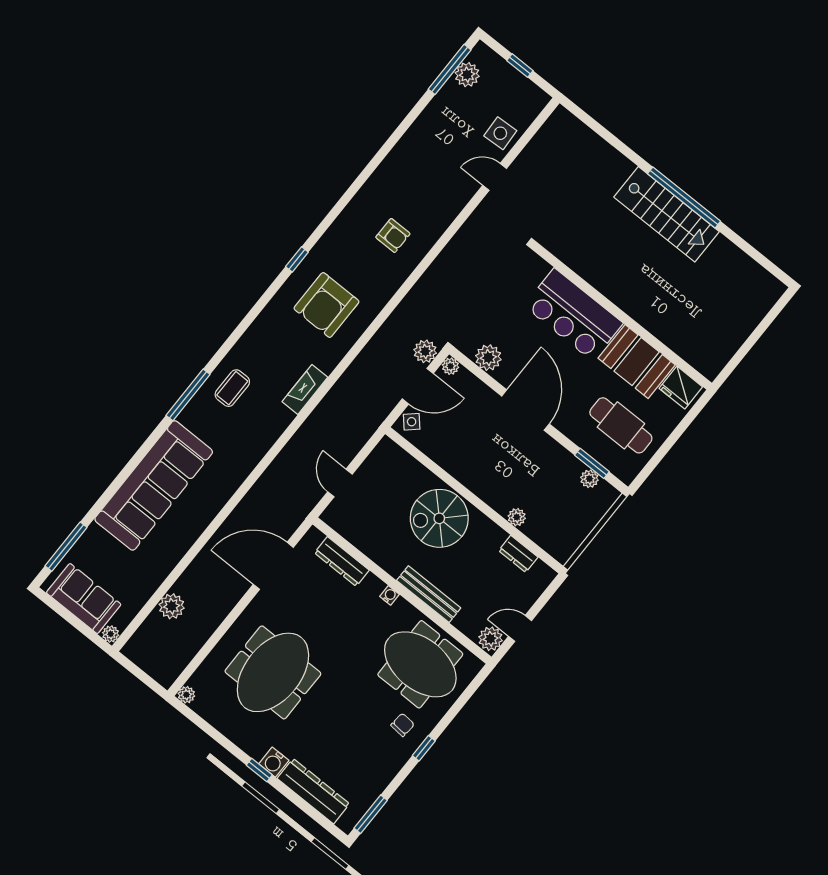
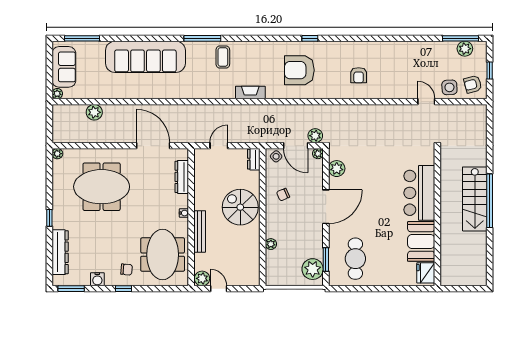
armchair: (520, 101) -> (473, 84), added
bar counter: (573, 315) -> (419, 193), moved
wall: (622, 316) -> (437, 217), moved
booth: (637, 362) -> (421, 241), moved
coffee table: (232, 388) -> (223, 57), turned 90
fridge: (681, 388) -> (426, 273), moved
chair: (467, 452) -> (283, 195), added
plant: (589, 479) -> (313, 269), width x1.88, depth x1.88
dresser: (518, 554) -> (254, 159), moved
water cooler: (274, 762) -> (97, 279), moved, turned -90

